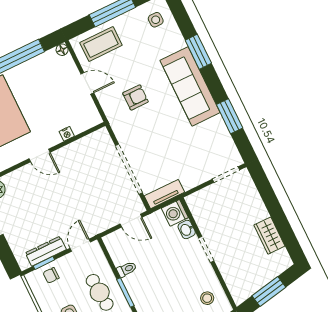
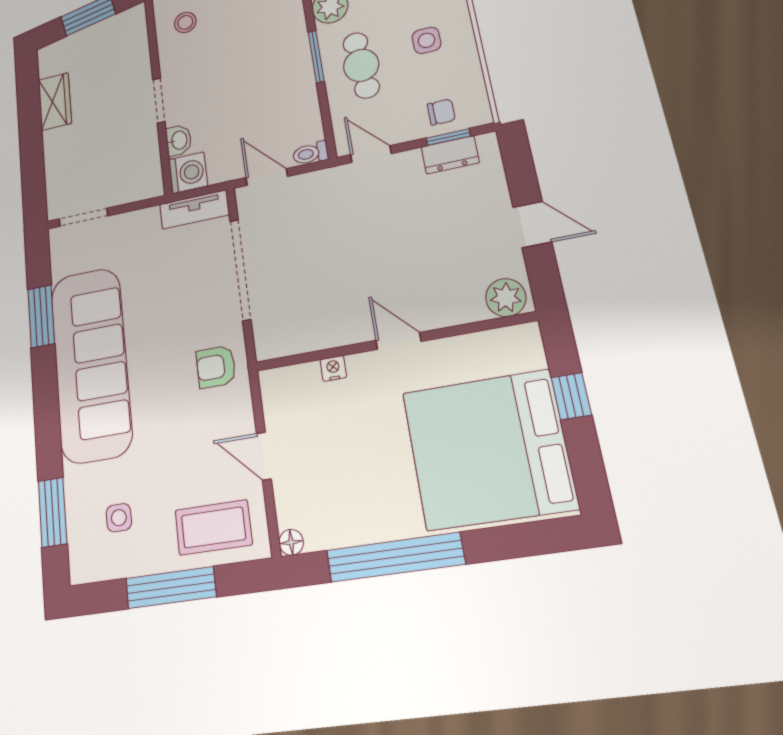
side table: (156, 20) -> (119, 518), moved
window: (198, 52) -> (52, 512), moved
sofa: (190, 86) -> (91, 364), width x1.36, depth x1.27
armchair: (135, 97) -> (216, 367), moved
door: (80, 245) -> (371, 154), swing flipped
dresser: (46, 251) -> (450, 155), width x0.70
toilet: (127, 269) -> (310, 153), moved

